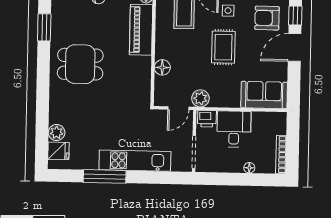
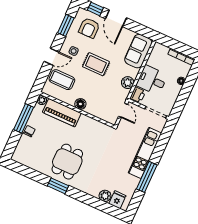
window: (44, 27) -> (58, 186), moved
floor lamp: (162, 67) -> (80, 104), moved
plant: (200, 98) -> (128, 83), moved

